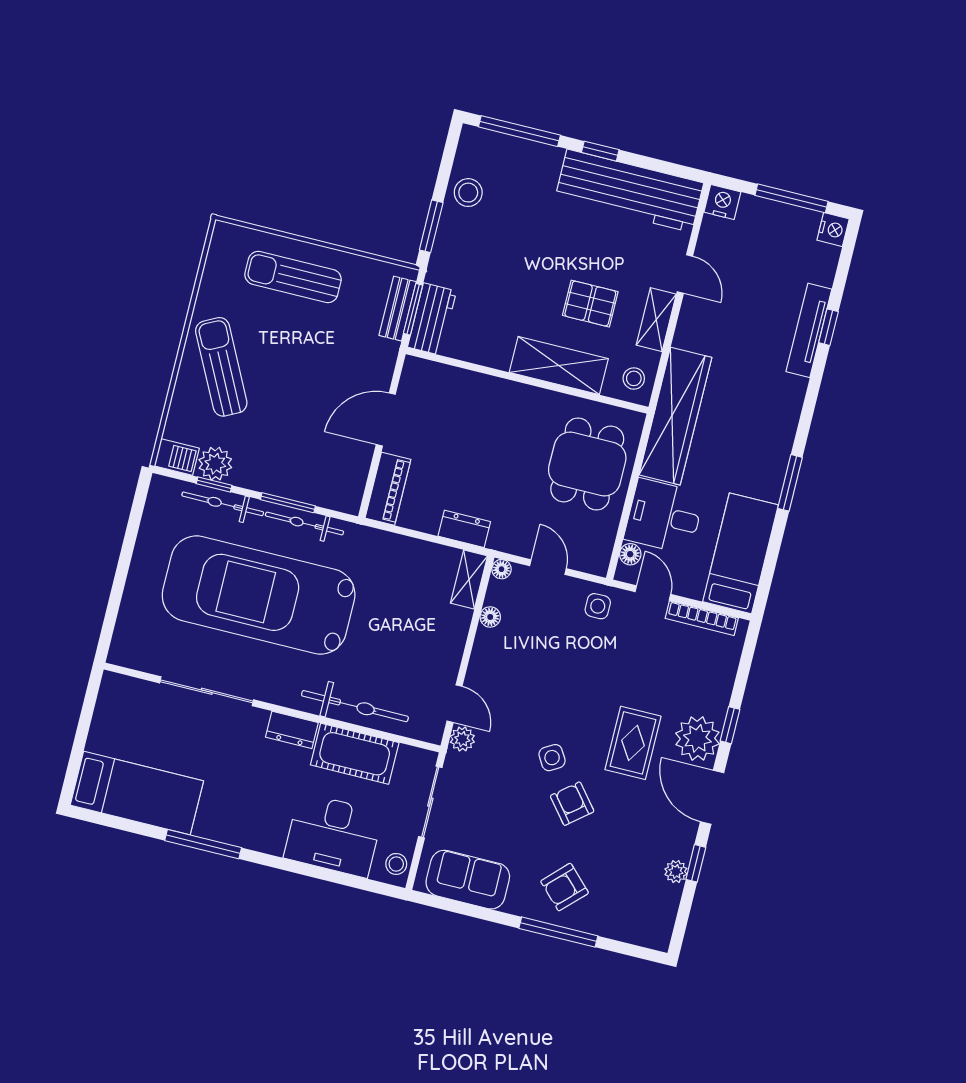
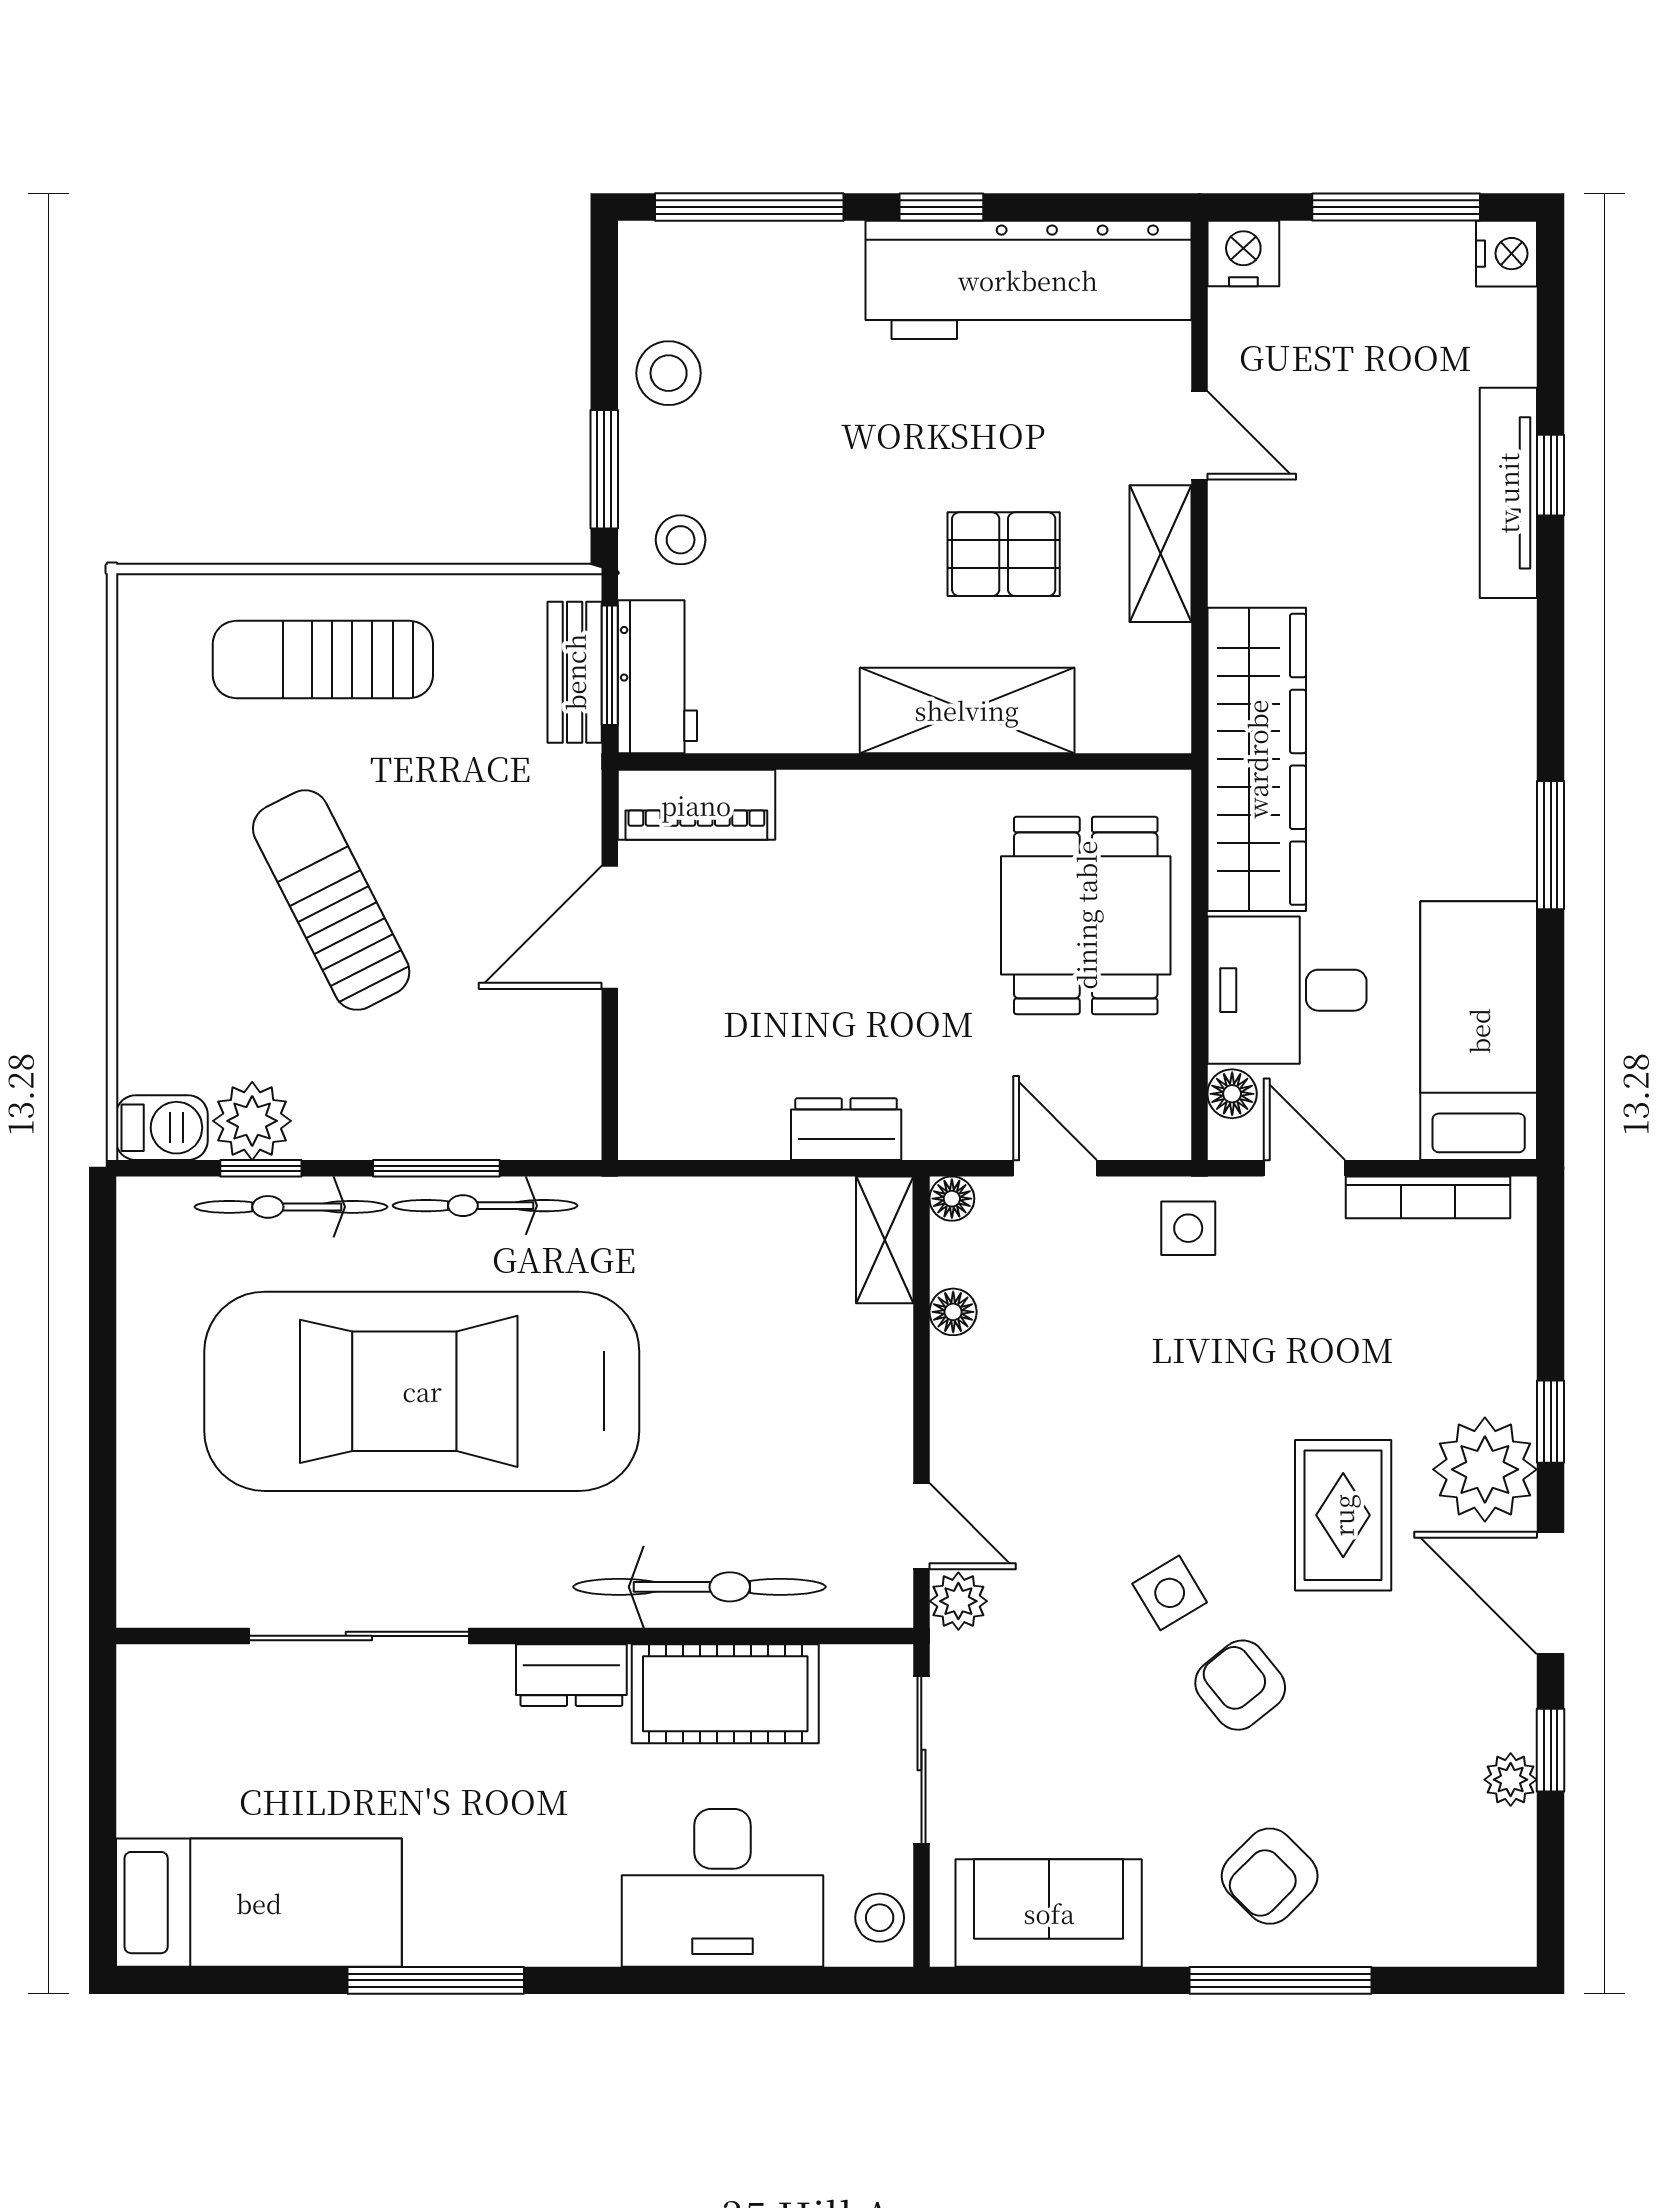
sun lounger: (221, 367) -> (331, 900), moved
stool: (634, 378) -> (681, 540), moved
piano: (388, 489) -> (696, 805), moved, turned 90

